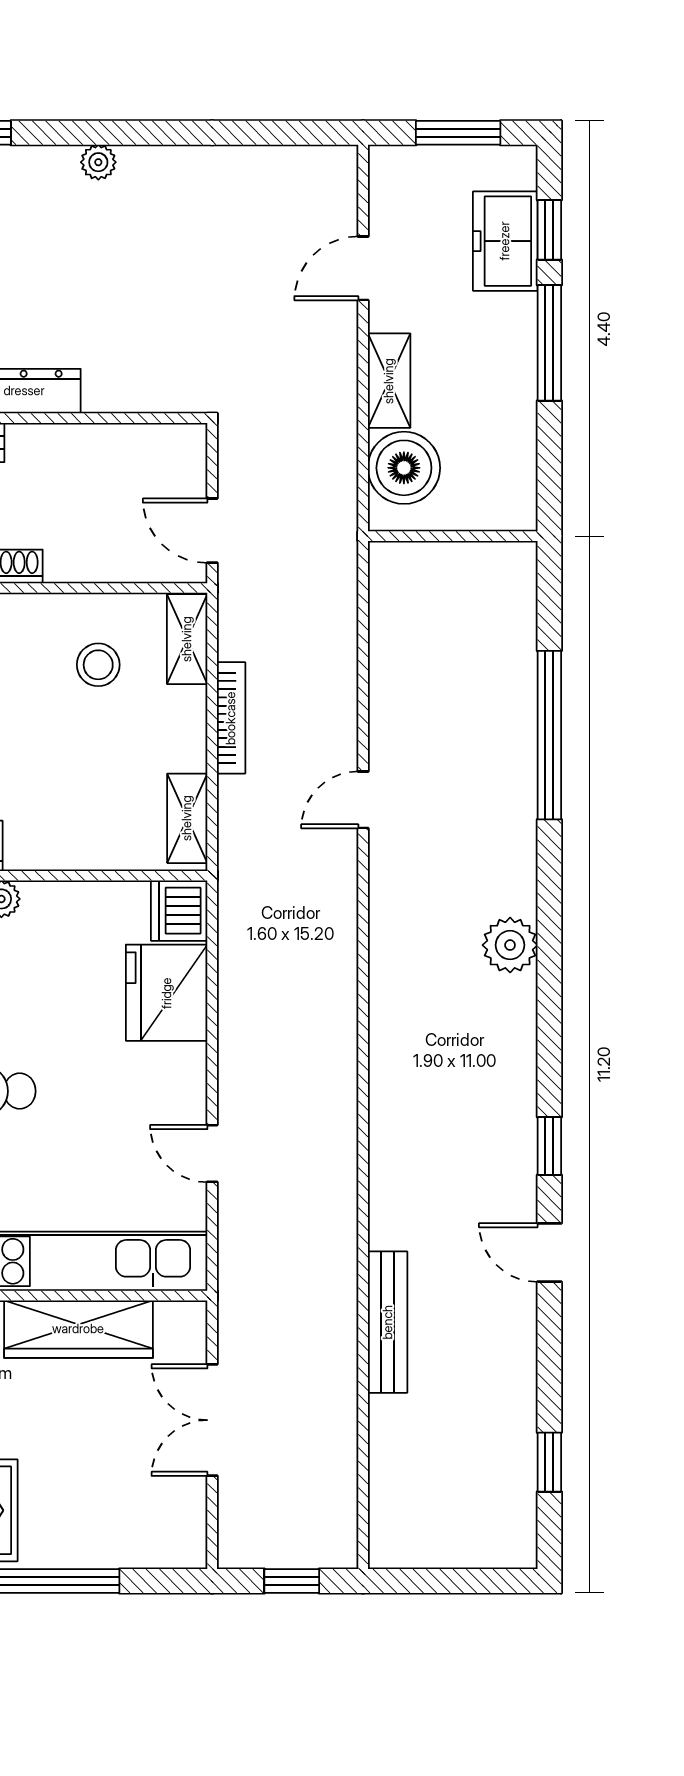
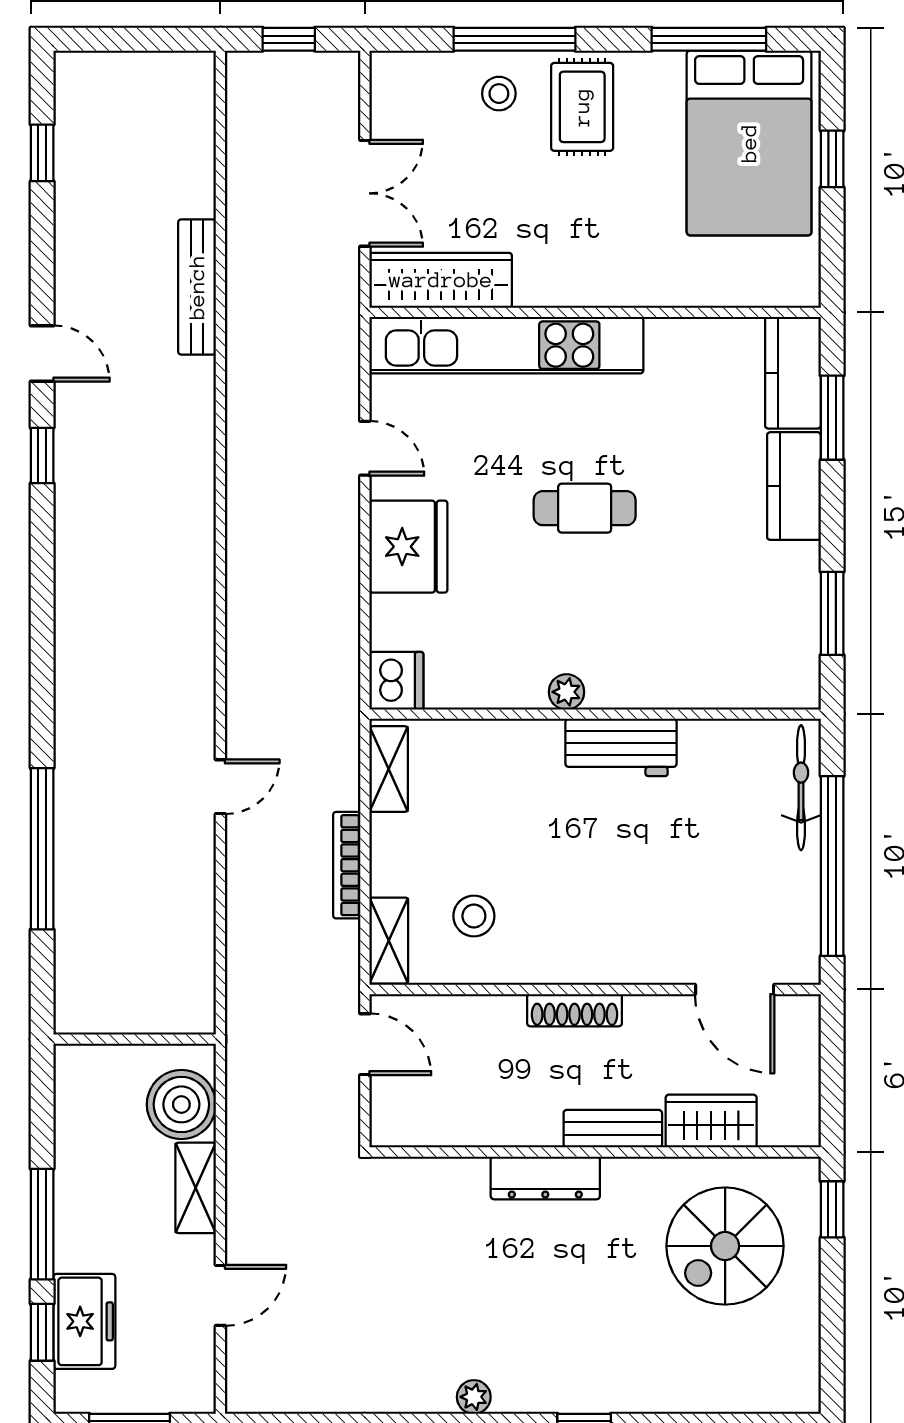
plant: (510, 945) -> (80, 648), removed
fridge: (167, 993) -> (408, 547), moved
wardrobe: (78, 1329) -> (441, 280), moved
stool: (72, 1524) -> (499, 94), added

